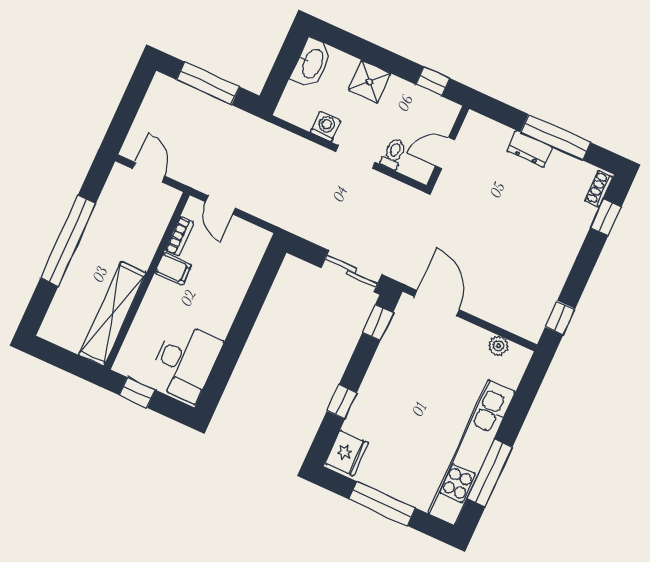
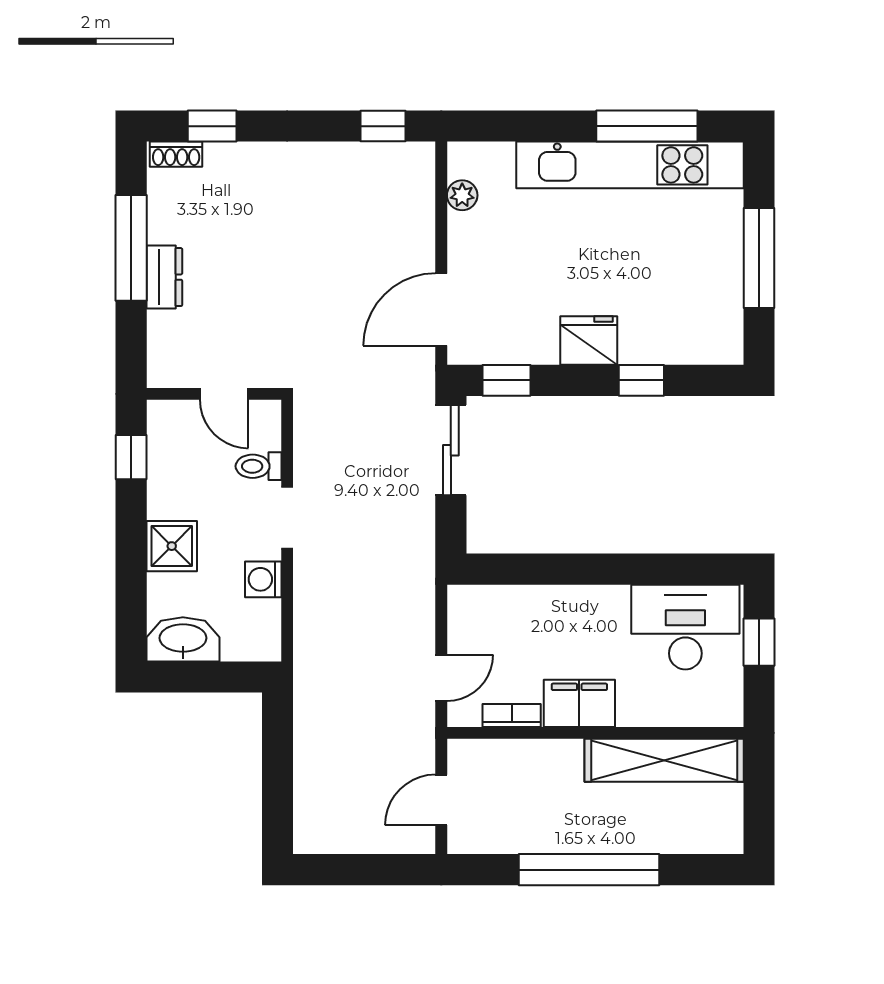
window: (208, 83) -> (277, 773), removed
filing cabinet: (173, 269) -> (579, 703), width x2.00
window: (137, 392) -> (759, 642), moved
fridge: (347, 453) -> (589, 340), moved

